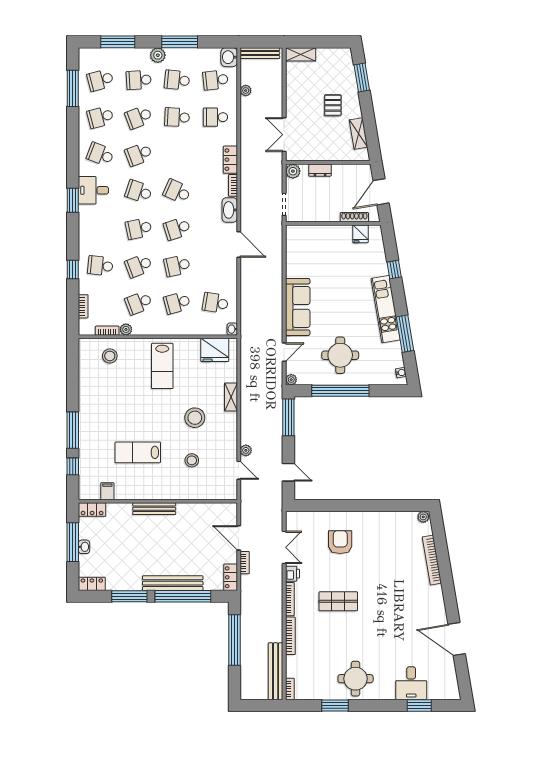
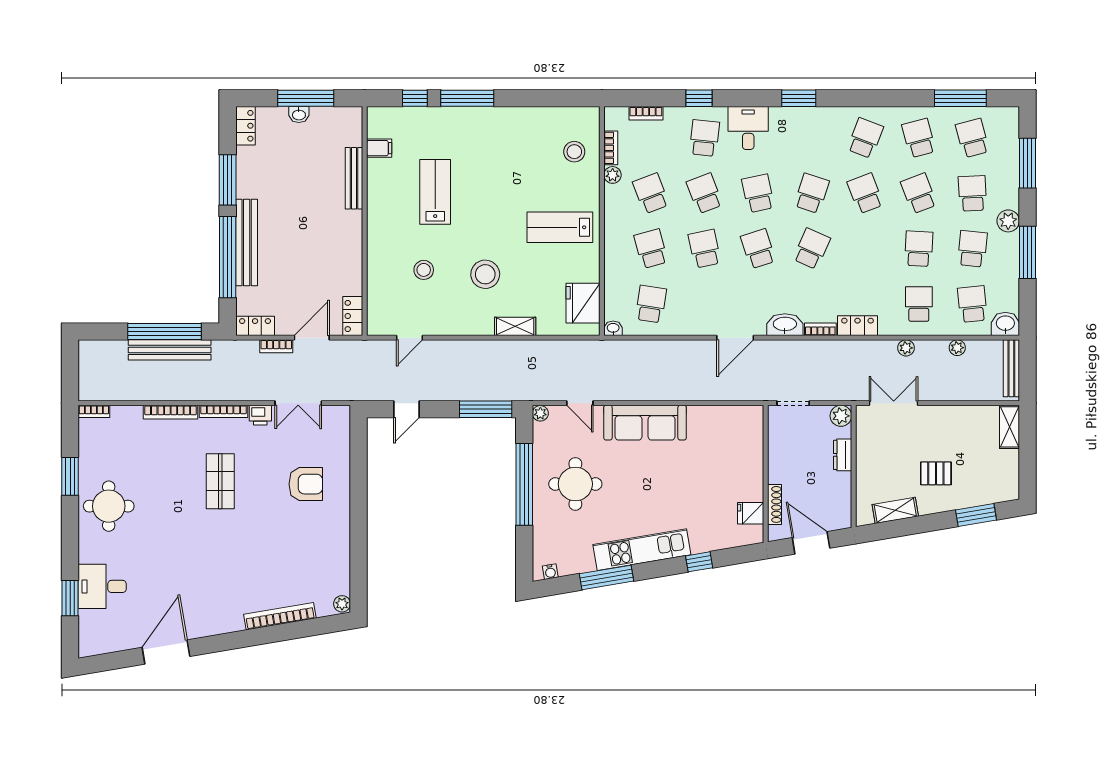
desk: (93, 190) -> (748, 128), moved
plant: (246, 450) -> (906, 348), moved
bench: (154, 509) -> (354, 178), moved
locker: (92, 510) -> (353, 316), moved
bench: (276, 671) -> (170, 350), moved

